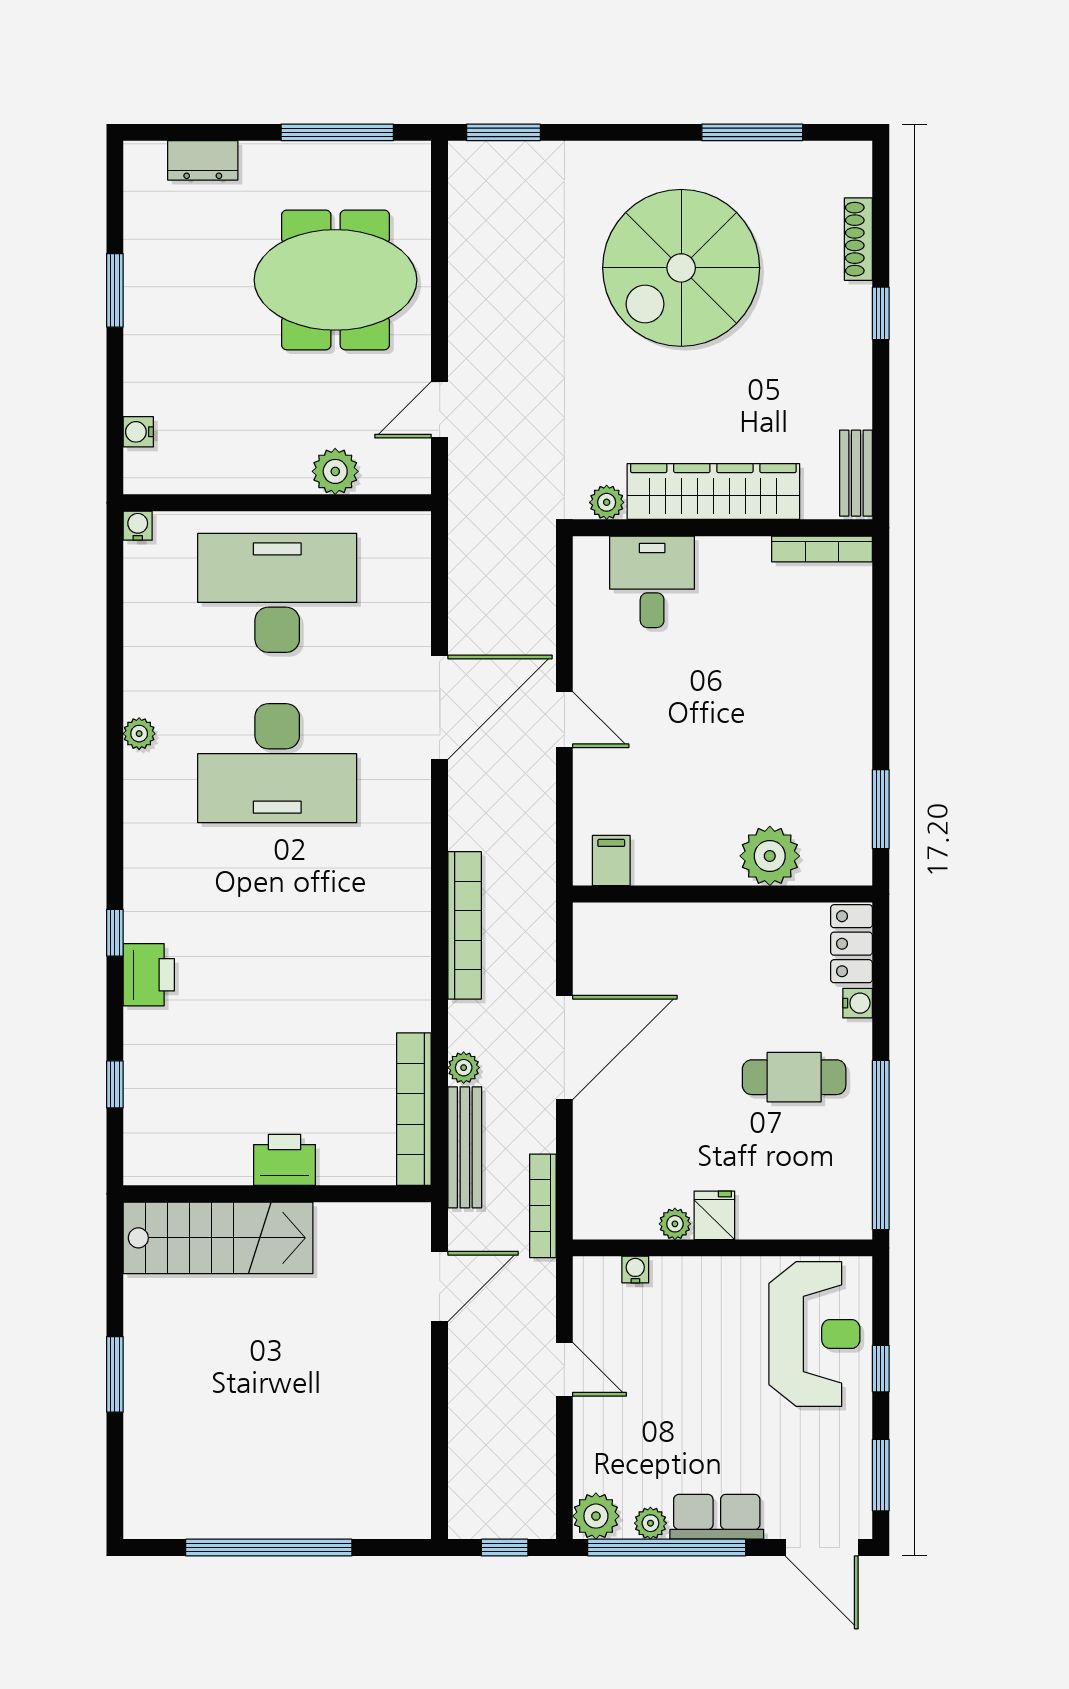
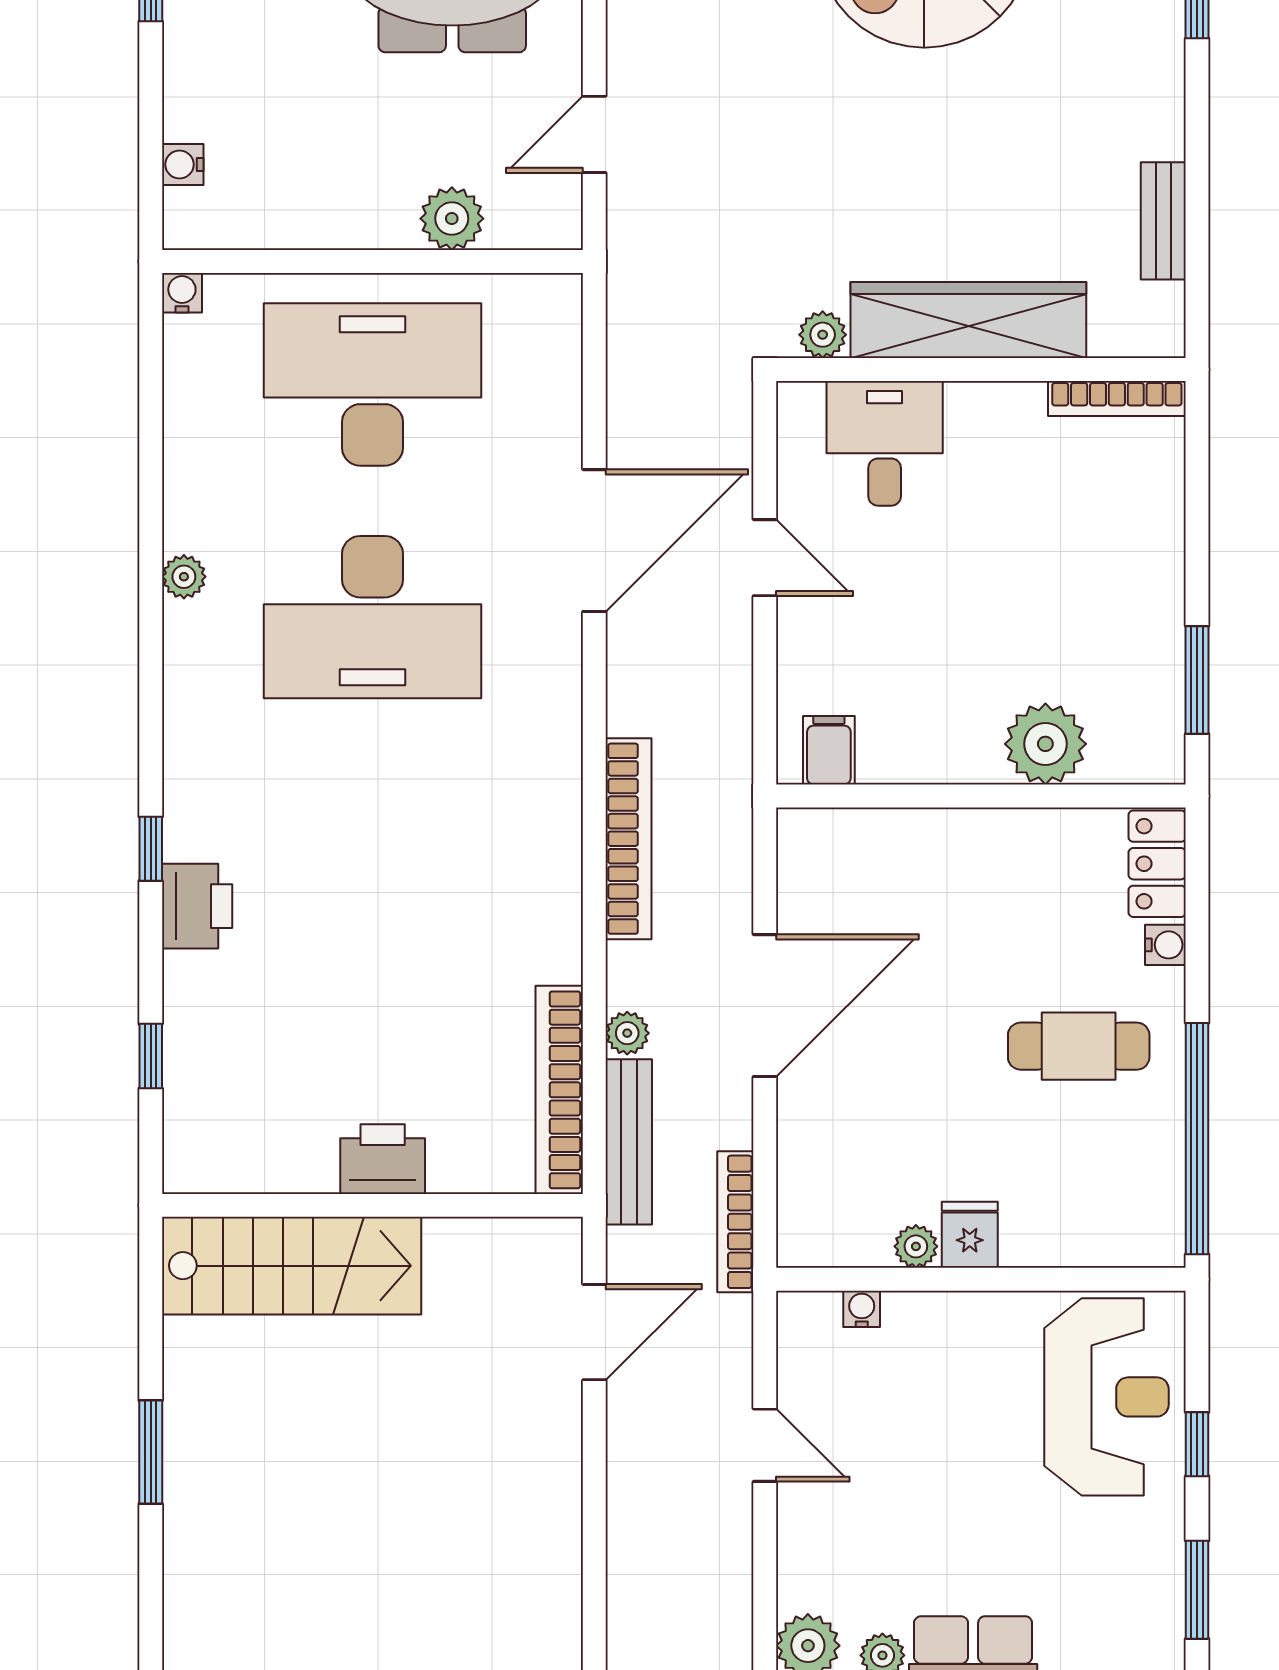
wardrobe: (713, 492) -> (968, 320), moved
plant: (607, 502) -> (823, 335), moved
wall: (723, 528) -> (981, 369), moved
bookcase: (822, 549) -> (1117, 398), moved
desk: (652, 582) -> (885, 443), moved

